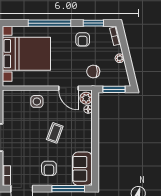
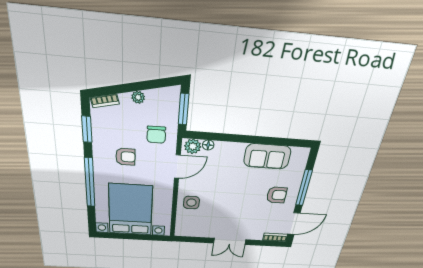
armchair: (83, 39) -> (125, 157), moved
coffee table: (55, 133) -> (234, 186), removed
sofa: (82, 169) -> (267, 156), moved
window: (68, 189) -> (304, 188), moved

